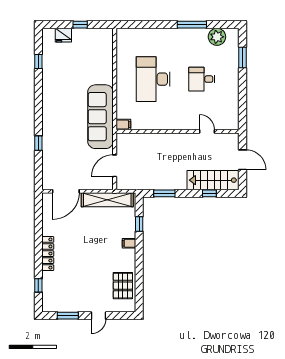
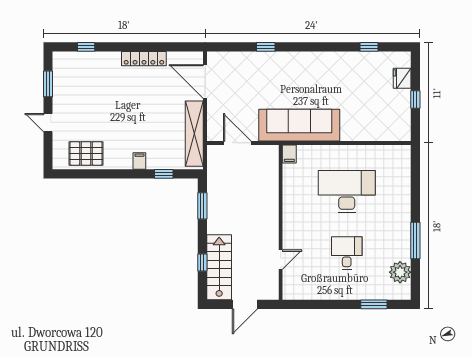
locker: (48, 254) -> (144, 59), moved

